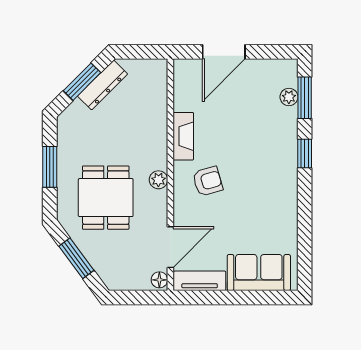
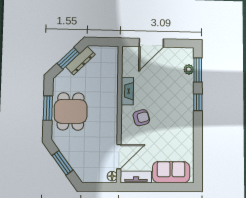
plant: (158, 180) -> (112, 116), removed
dining table: (106, 198) -> (71, 111), moved

